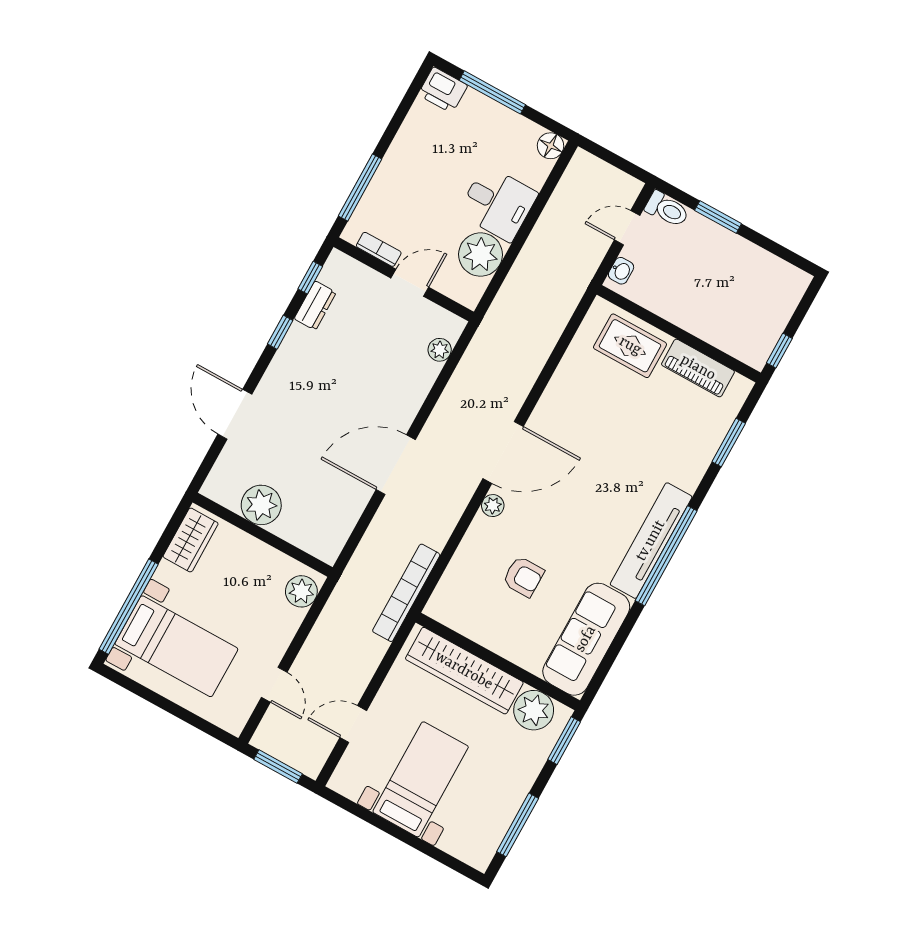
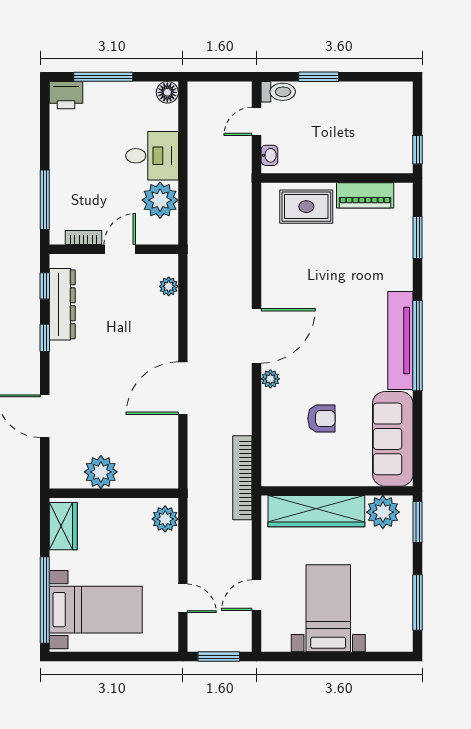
dresser: (315, 306) -> (62, 304), width x1.96, depth x1.24

